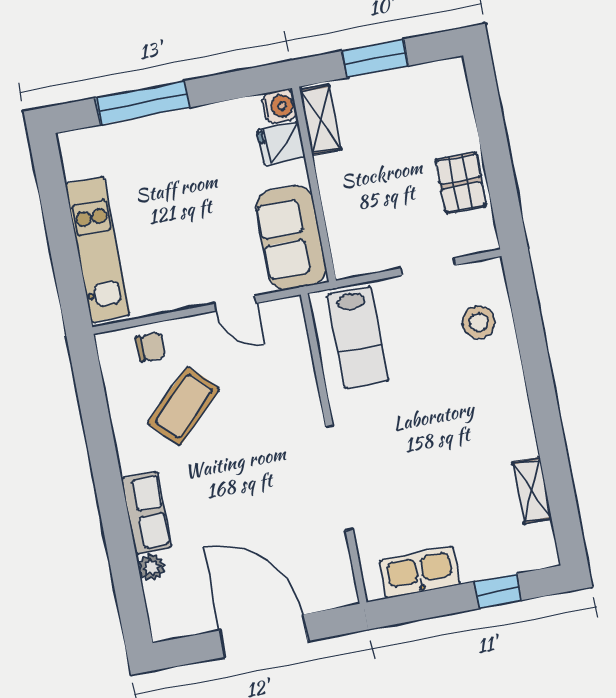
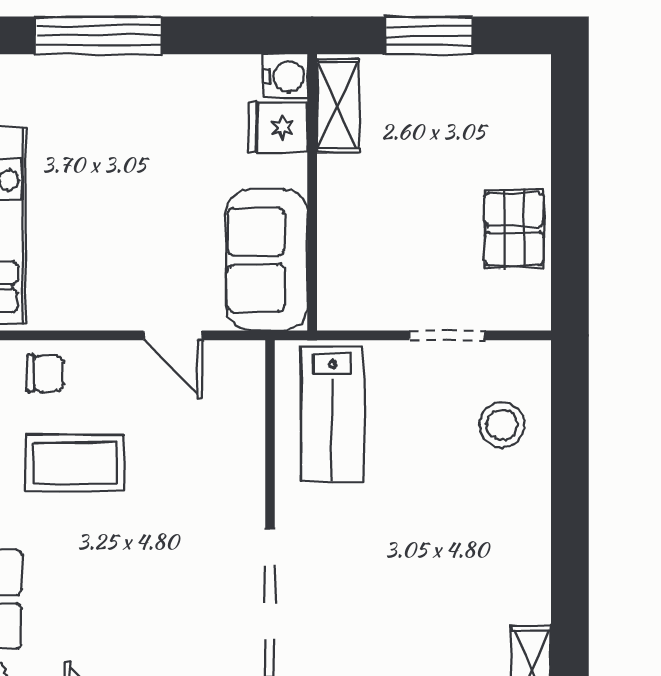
coffee table: (184, 406) -> (75, 463), turned 44

